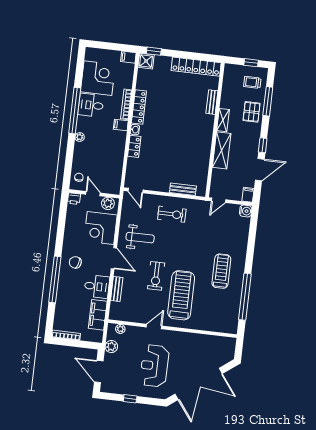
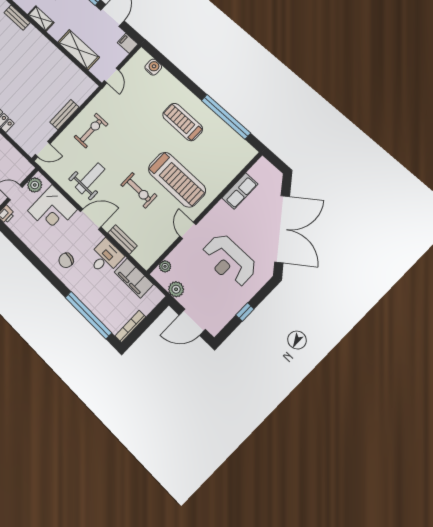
shelving: (222, 150) -> (79, 50), moved
bench: (183, 189) -> (64, 115), moved
water cooler: (246, 211) -> (153, 67), moved
window: (55, 279) -> (88, 315), moved
treadmill: (181, 295) -> (177, 180), turned 180
row of seats: (203, 341) -> (240, 191), added

